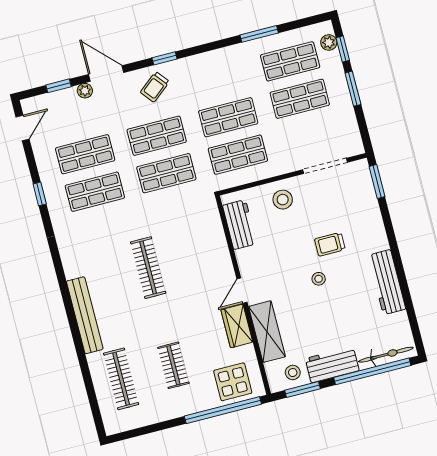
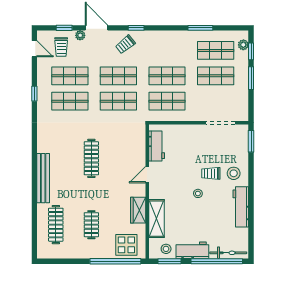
trolley: (61, 115) -> (61, 47), added
door: (23, 128) -> (34, 49), hinge flipped
stool: (283, 200) -> (234, 173), moved
door: (242, 291) -> (147, 175), moved

